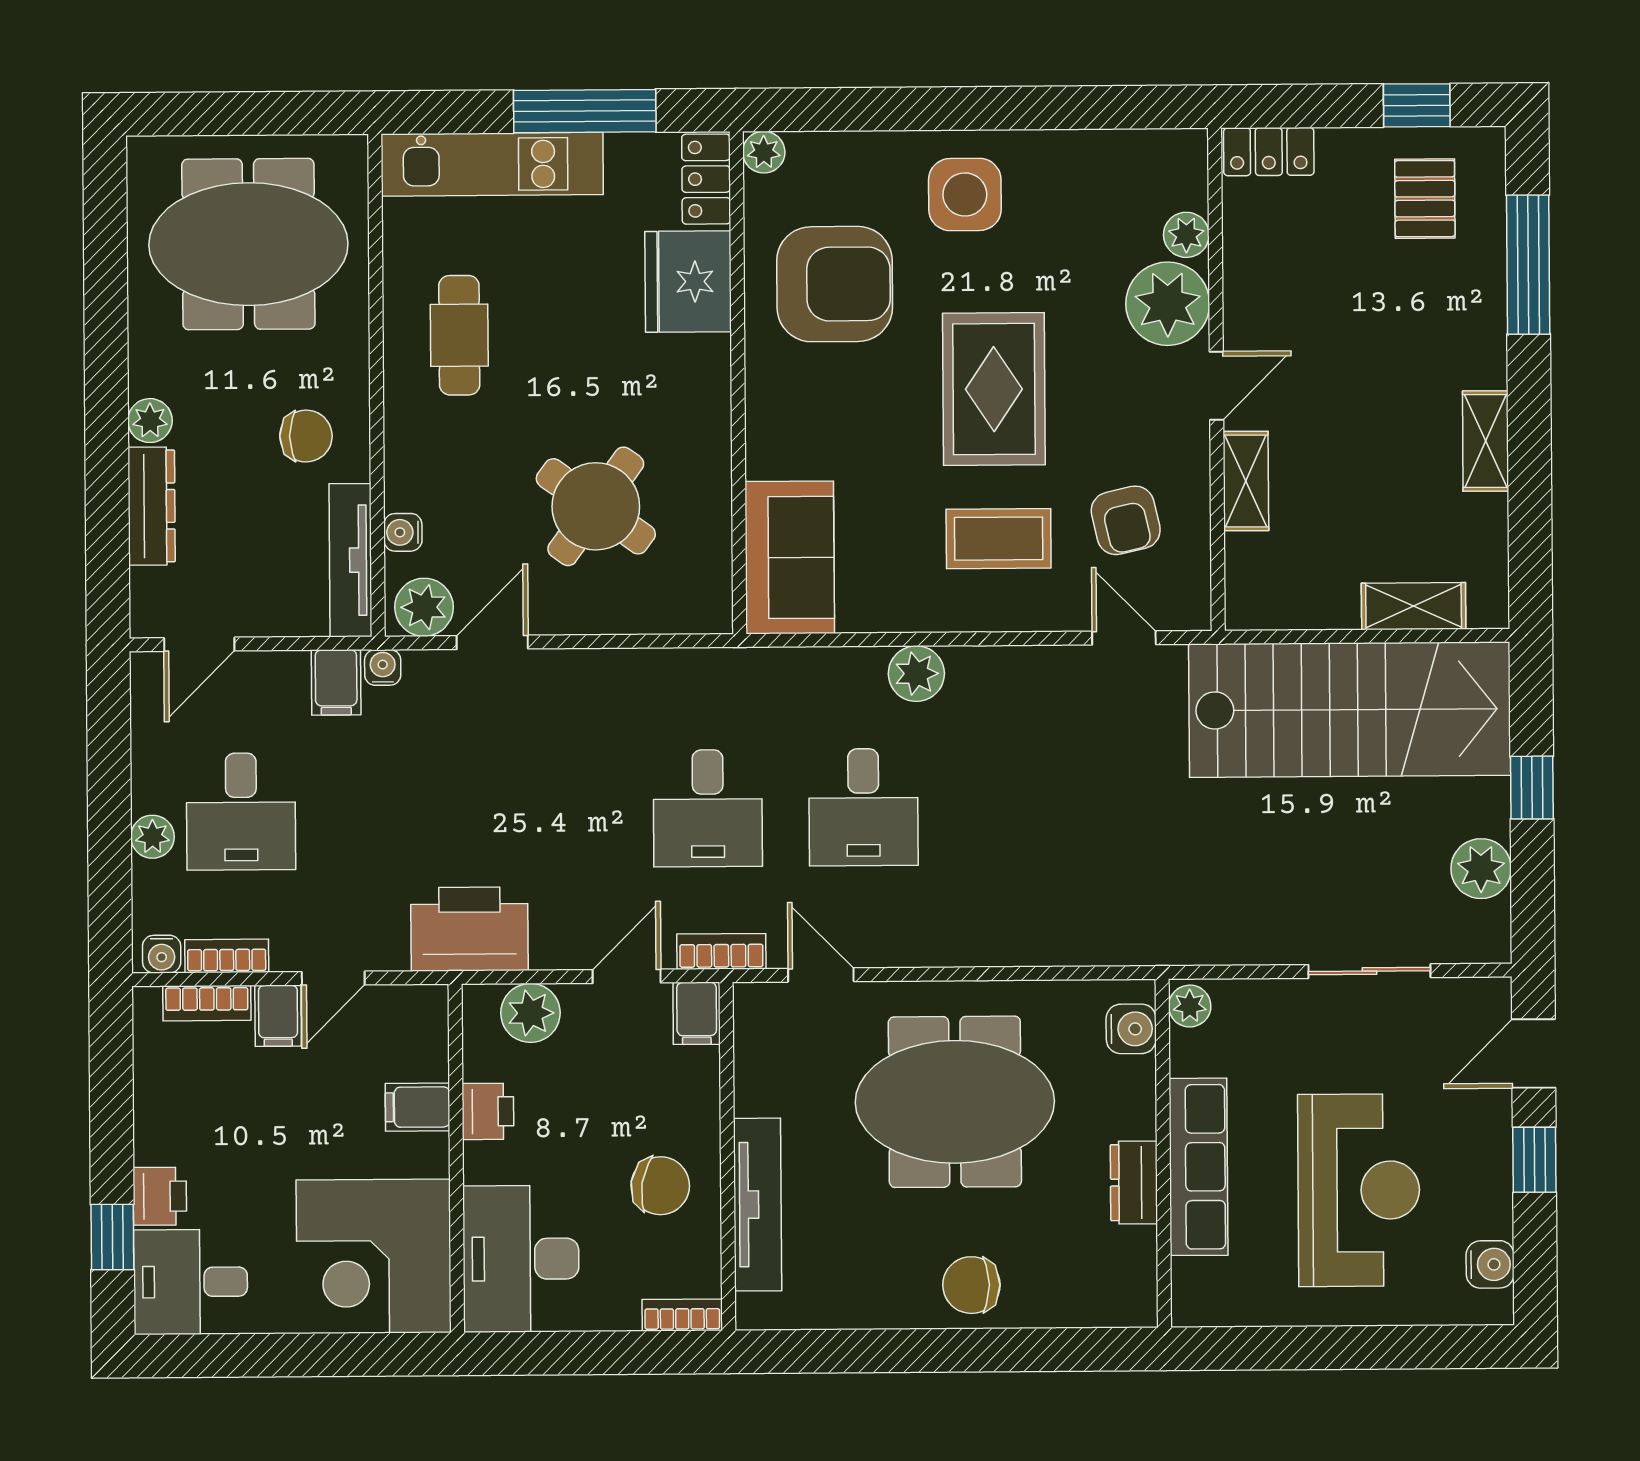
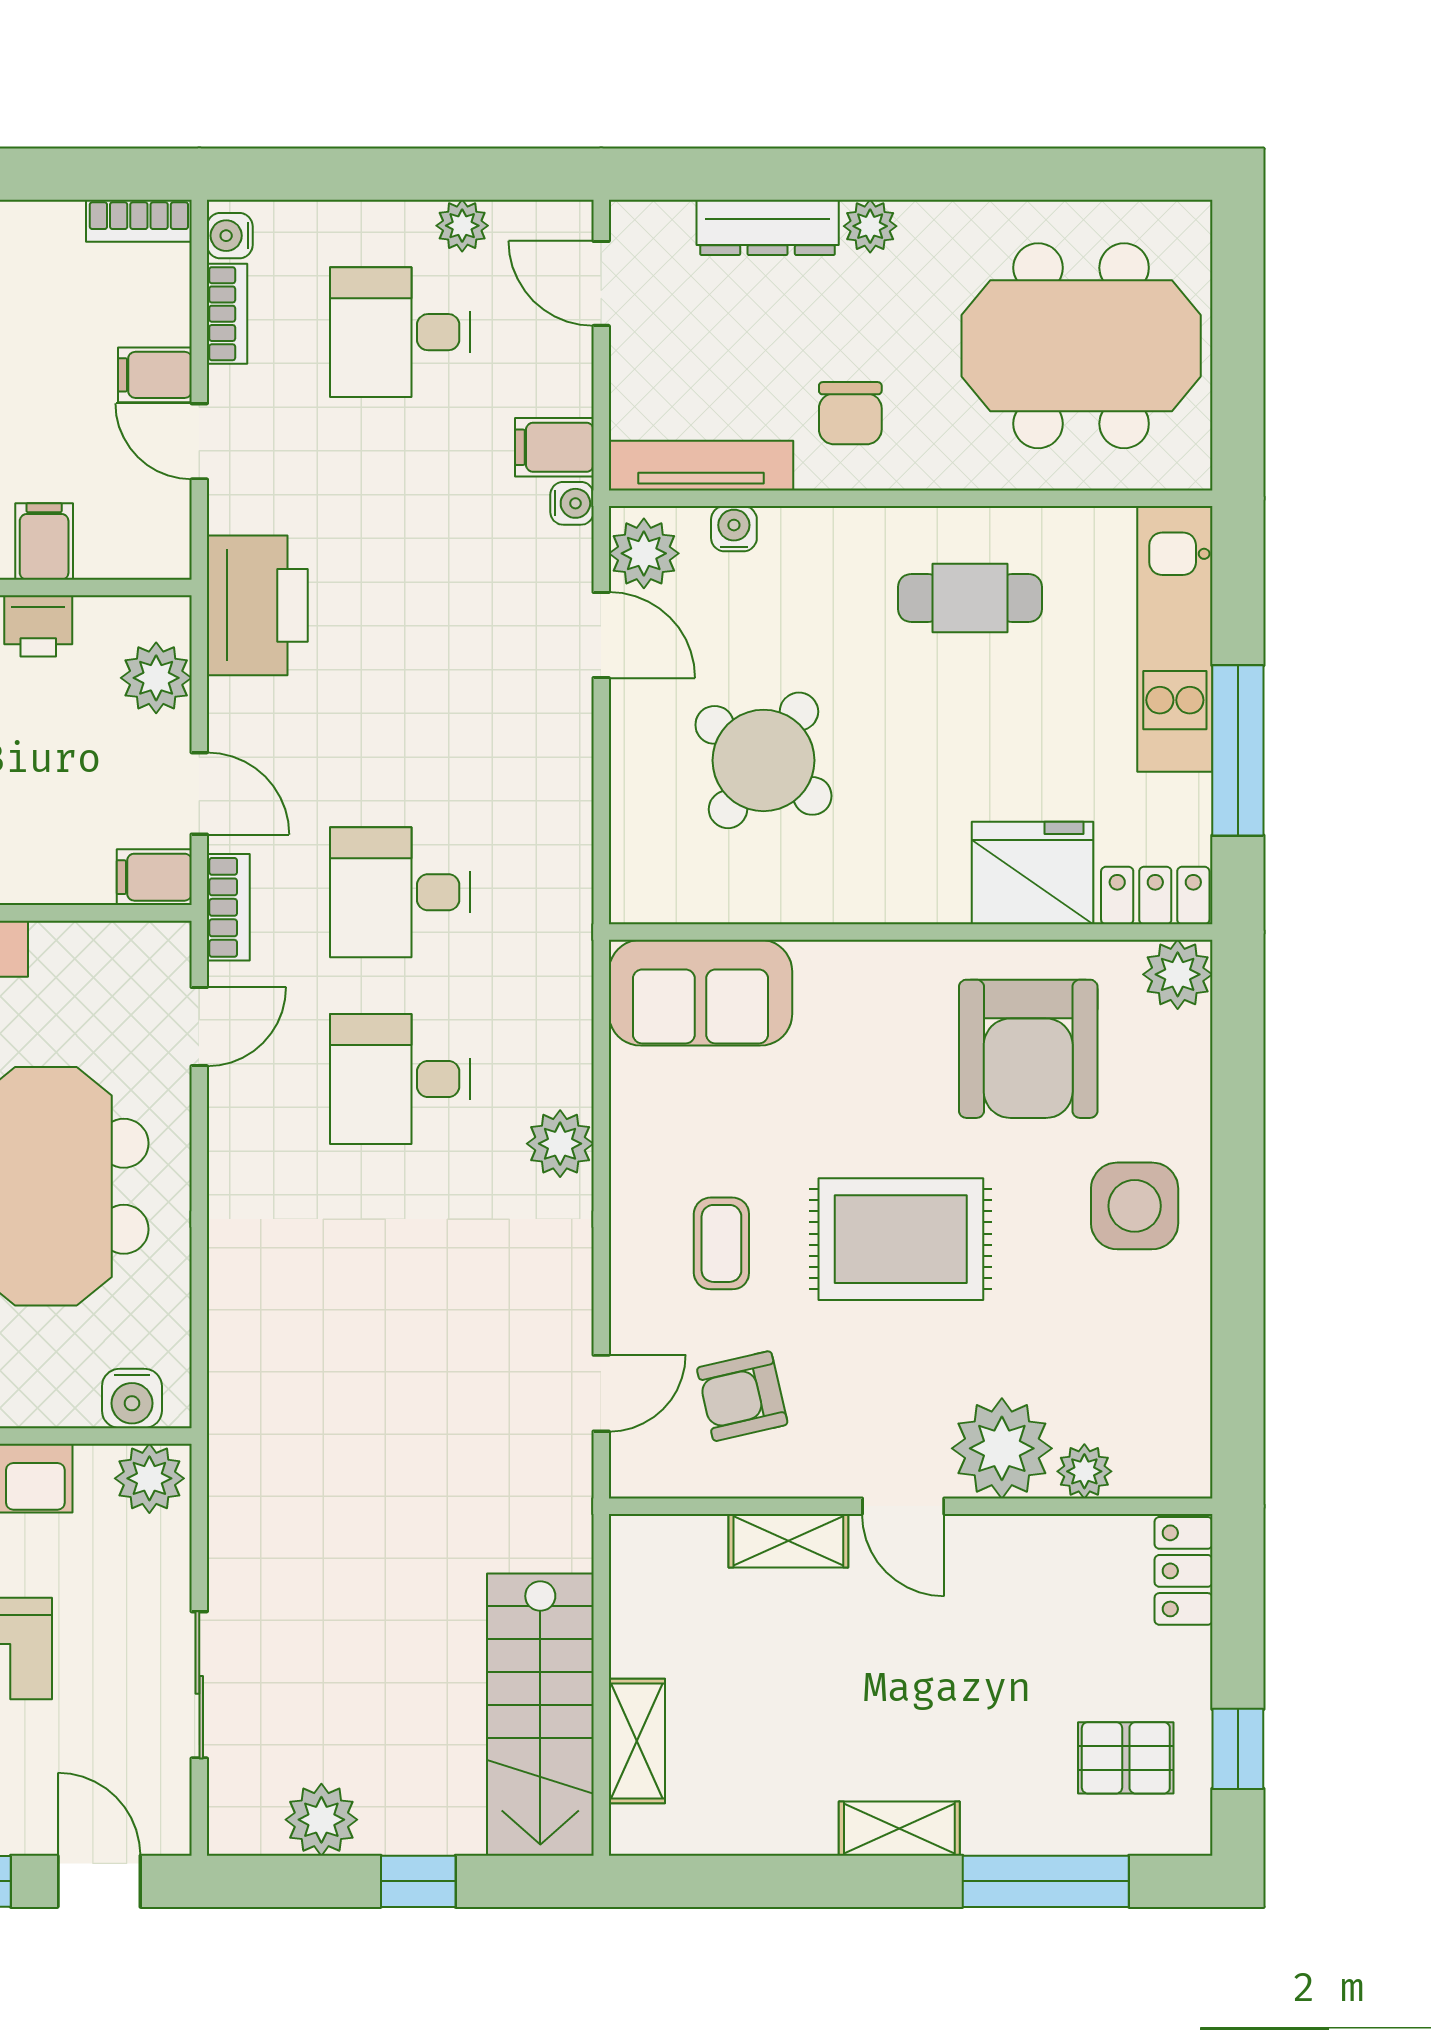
plant: (764, 152) -> (1178, 974), width x1.38, depth x1.38
meeting table: (248, 244) -> (1081, 346), turned 90
shelving: (1486, 441) -> (899, 1829), moved
coffee table: (999, 539) -> (721, 1243), width x0.73, depth x0.77
stairs: (1350, 710) -> (540, 1715), width x0.73, depth x0.66
plant: (152, 837) -> (462, 226), moved
bookcase: (207, 1003) -> (139, 221), moved, turned -90
plant: (1190, 1006) -> (149, 1478), width x1.38, depth x1.38

